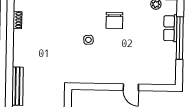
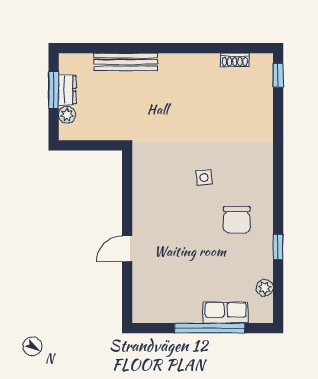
chair: (114, 20) -> (237, 220), turned -90

